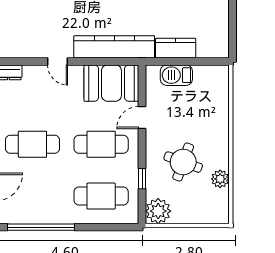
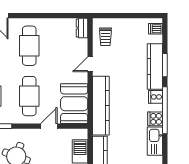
trolley: (20, 40) -> (105, 37), added
door: (142, 118) -> (49, 126), hinge flipped

